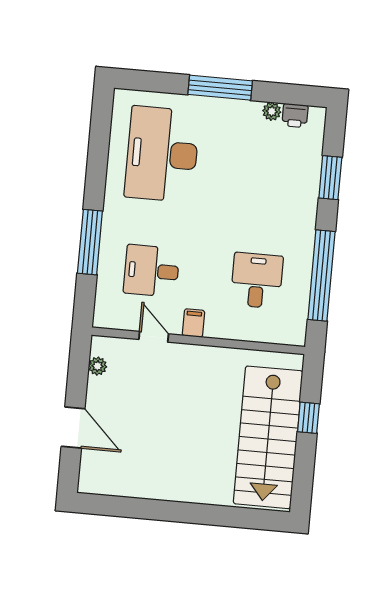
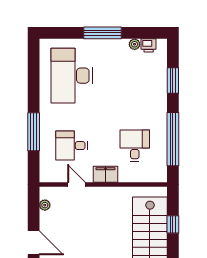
filing cabinet: (193, 323) -> (106, 174), width x2.00

